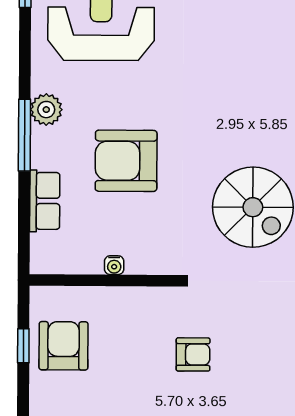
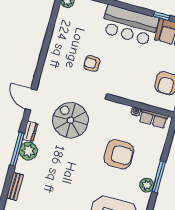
row of seats: (45, 201) -> (153, 119), moved, turned -90
armchair: (193, 354) -> (92, 64), moved

